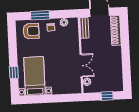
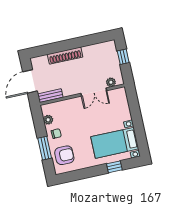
shoe rack: (116, 30) -> (65, 56), moved
armchair: (31, 31) -> (64, 155), turned 90
double door: (81, 66) -> (94, 92), swing flipped

